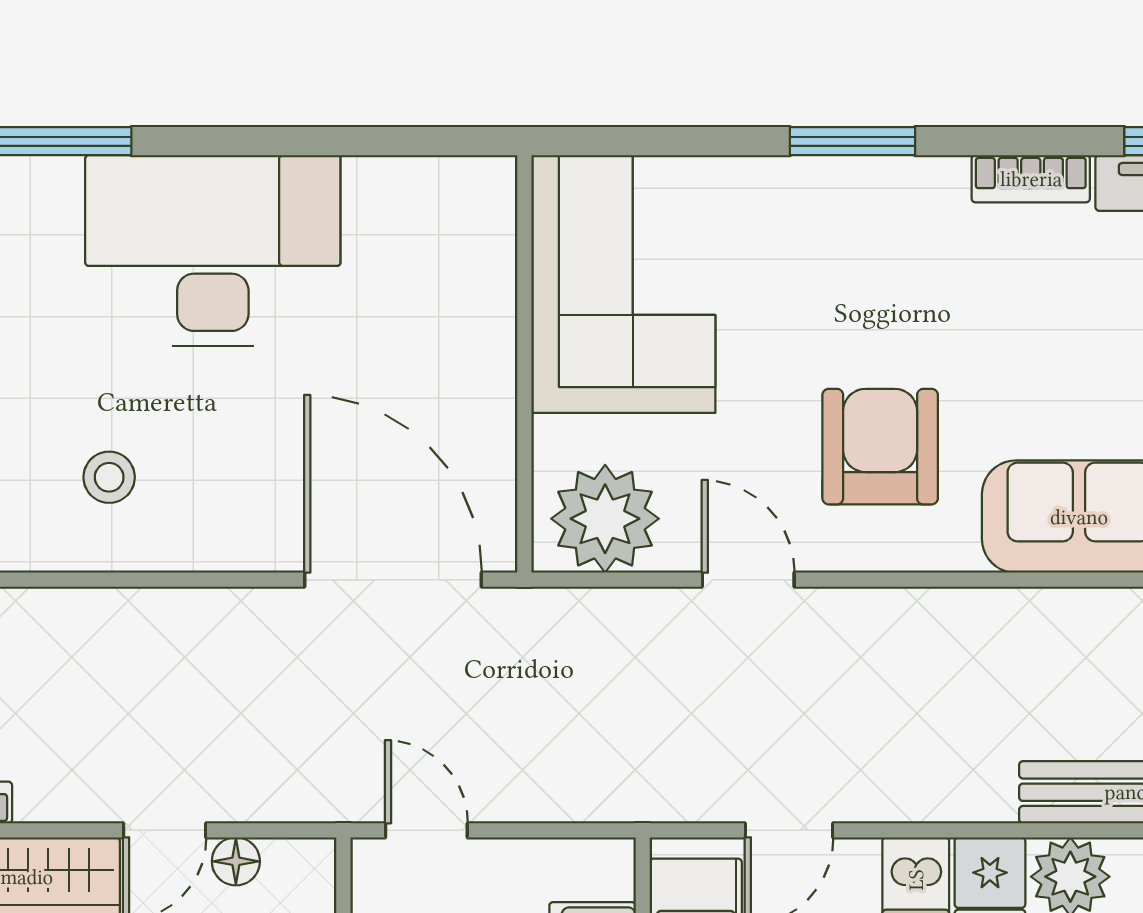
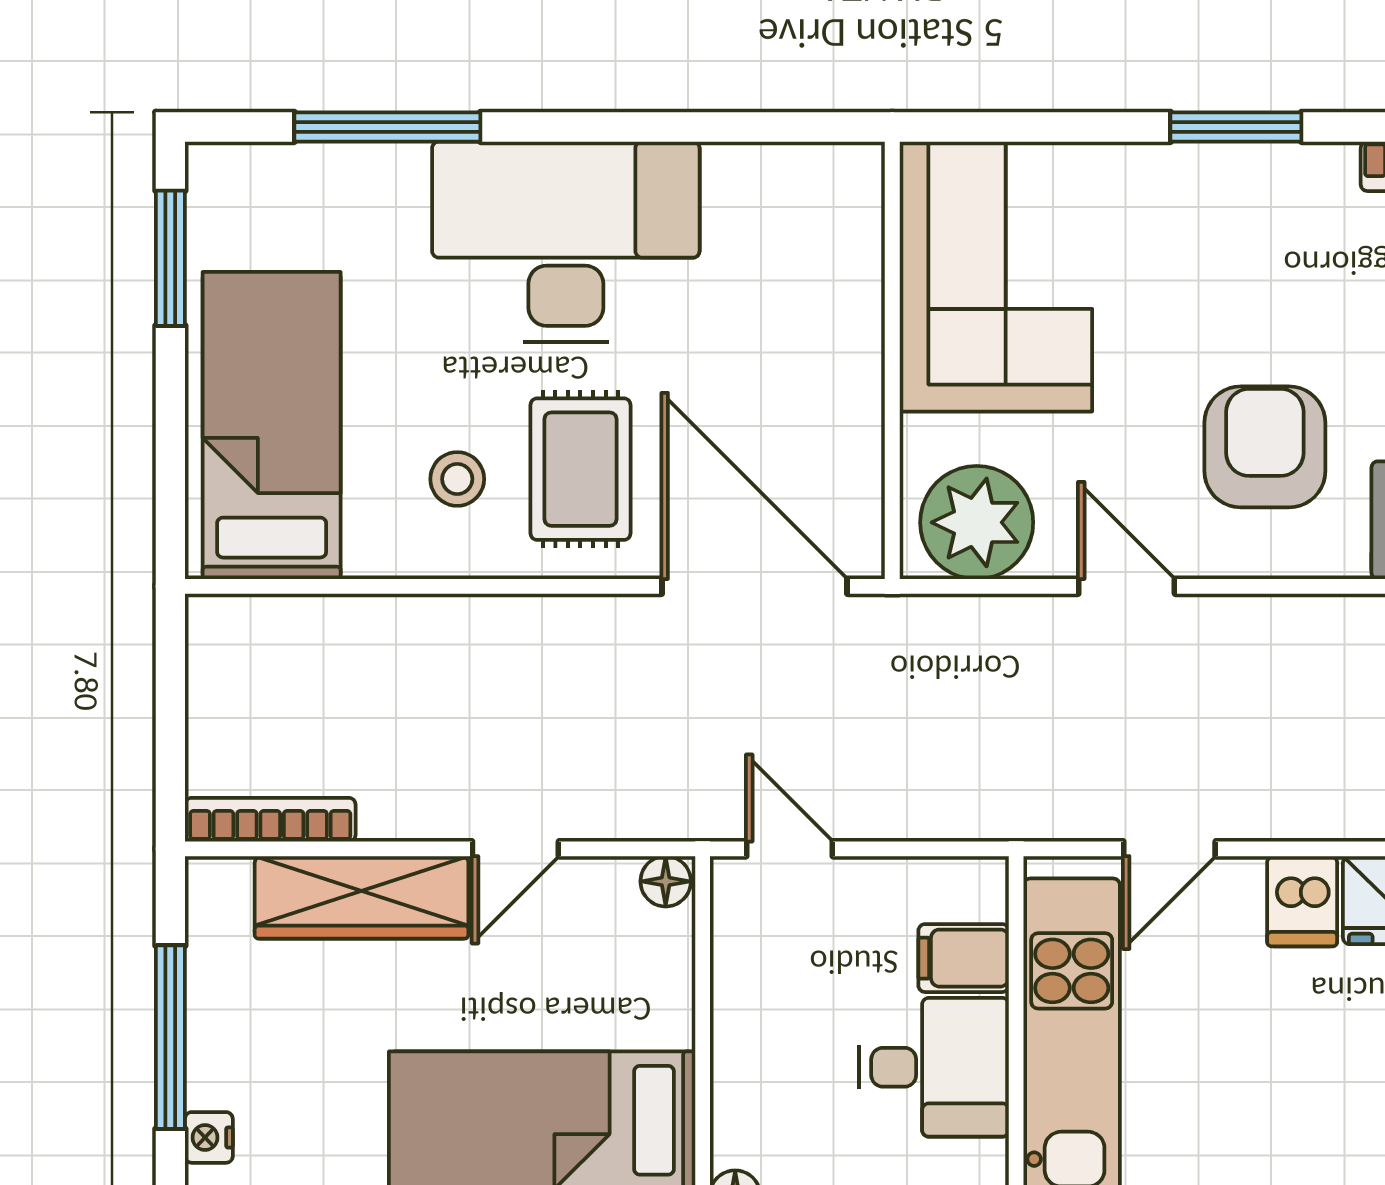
rug: (227, 468) -> (580, 469), added
floor lamp: (236, 861) -> (666, 881), moved

